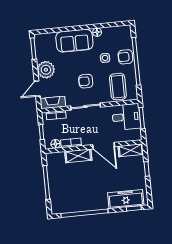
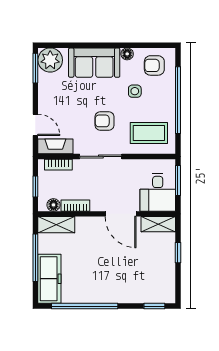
armchair: (125, 57) -> (154, 65), moved
plant: (46, 70) -> (50, 60), moved
coffee table: (118, 87) -> (149, 133), turned 90
door: (37, 89) -> (35, 125), swing flipped
desk: (126, 117) -> (158, 192), moved, turned 90
shelving: (78, 156) -> (56, 225), moved
freezer: (126, 199) -> (49, 279), moved, turned 90

